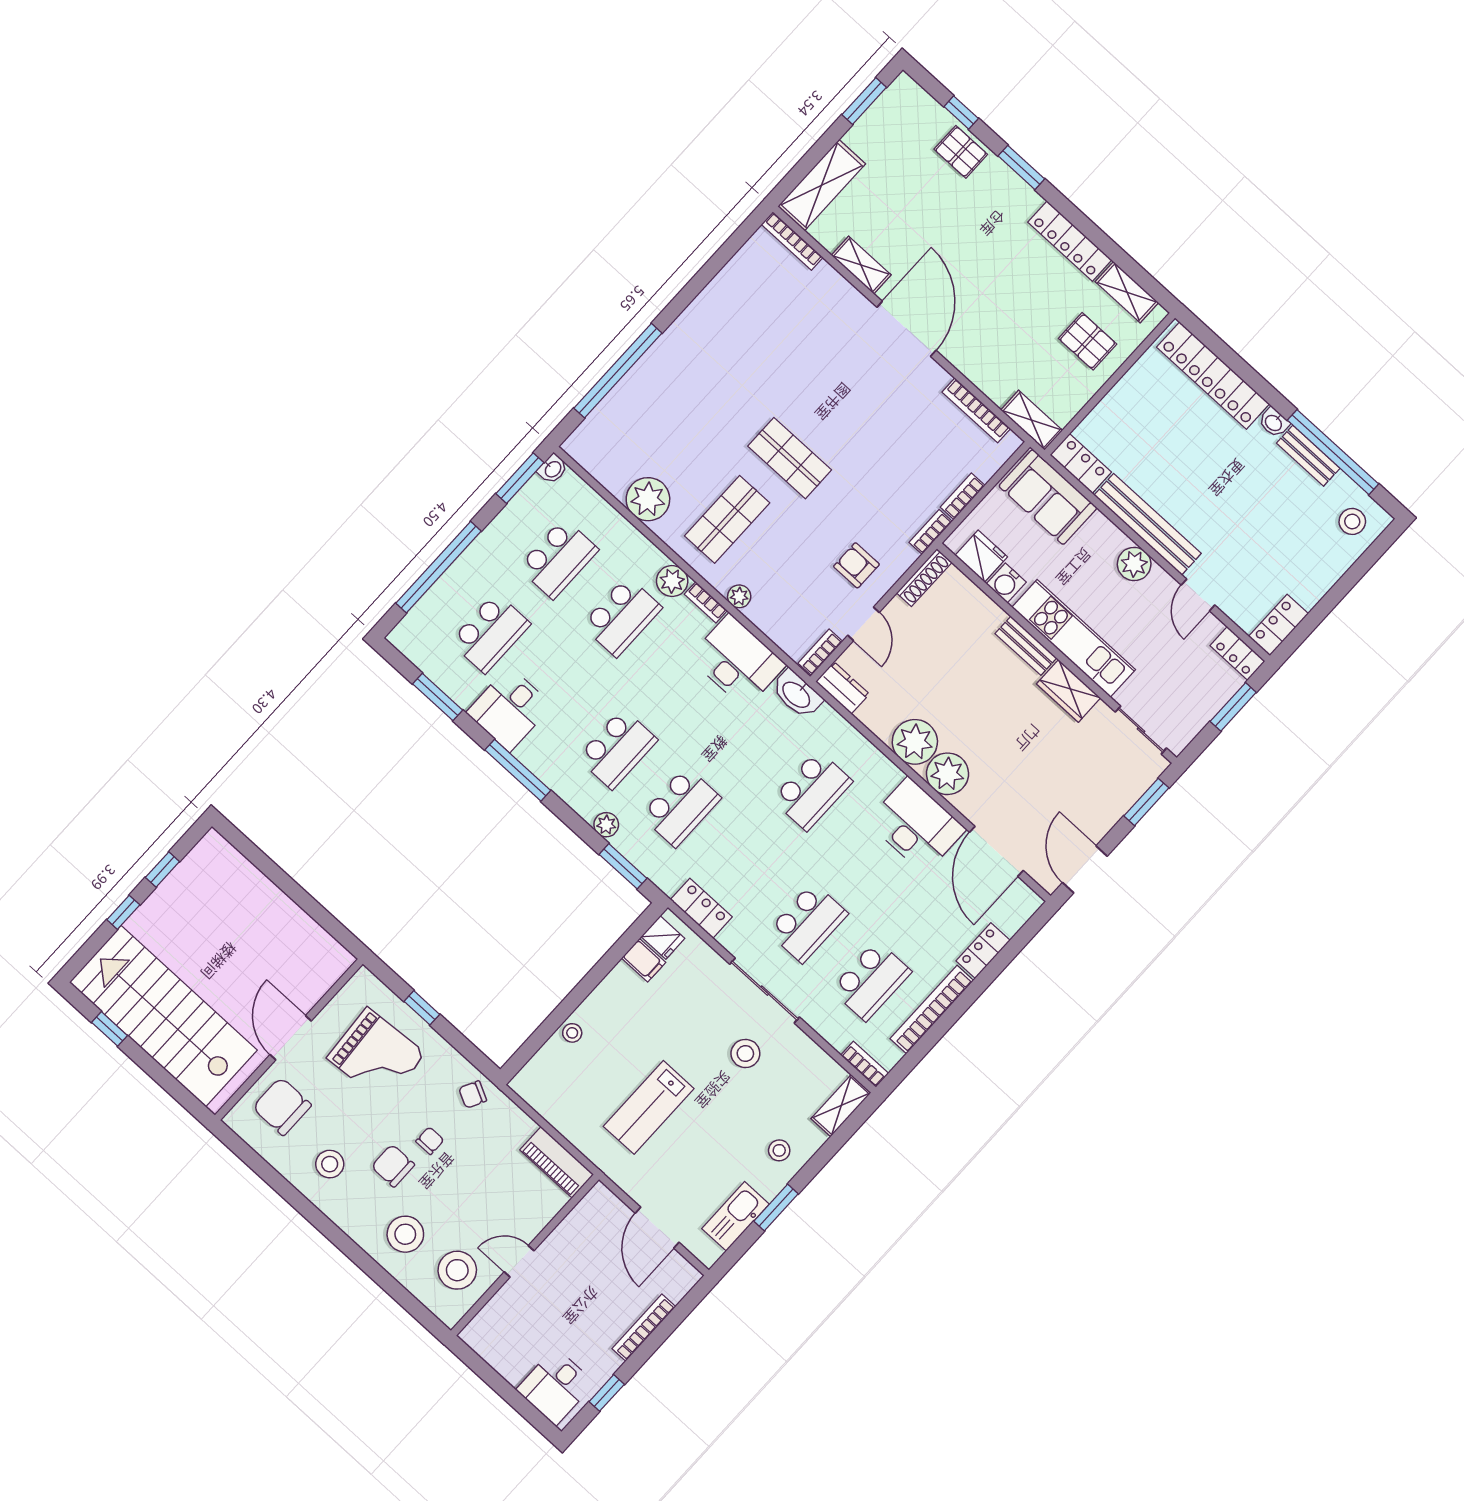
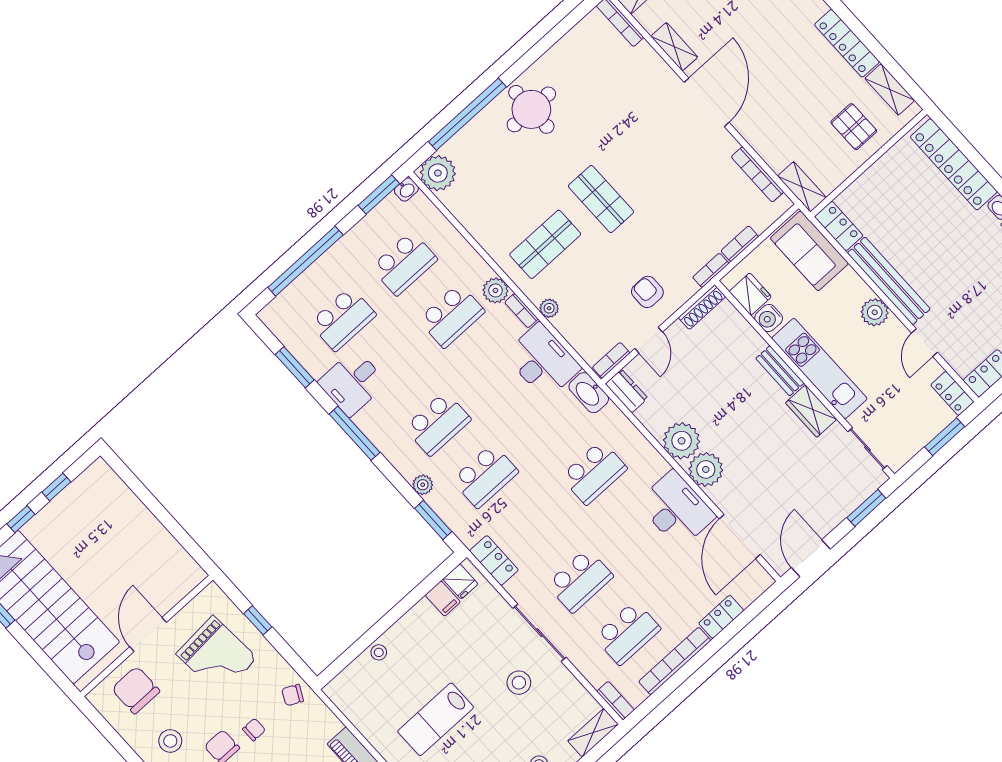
round table: (695, 357) -> (531, 109), added
plant: (648, 499) -> (438, 173), moved

